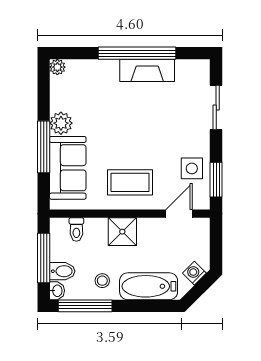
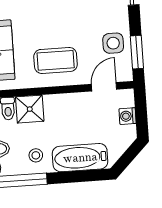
shower: (122, 232) -> (30, 109), moved
washing machine: (194, 273) -> (128, 116), moved, turned -45

